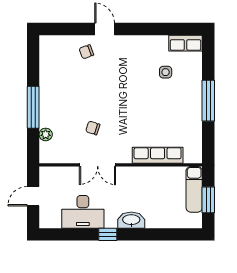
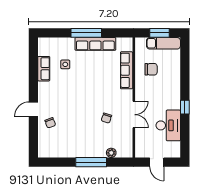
row of seats: (186, 43) -> (44, 69), moved
row of seats: (193, 113) -> (95, 44), added
chair: (159, 188) -> (151, 69), added
exam couch: (194, 189) -> (163, 43), moved
washbasin: (131, 220) -> (174, 90), removed

